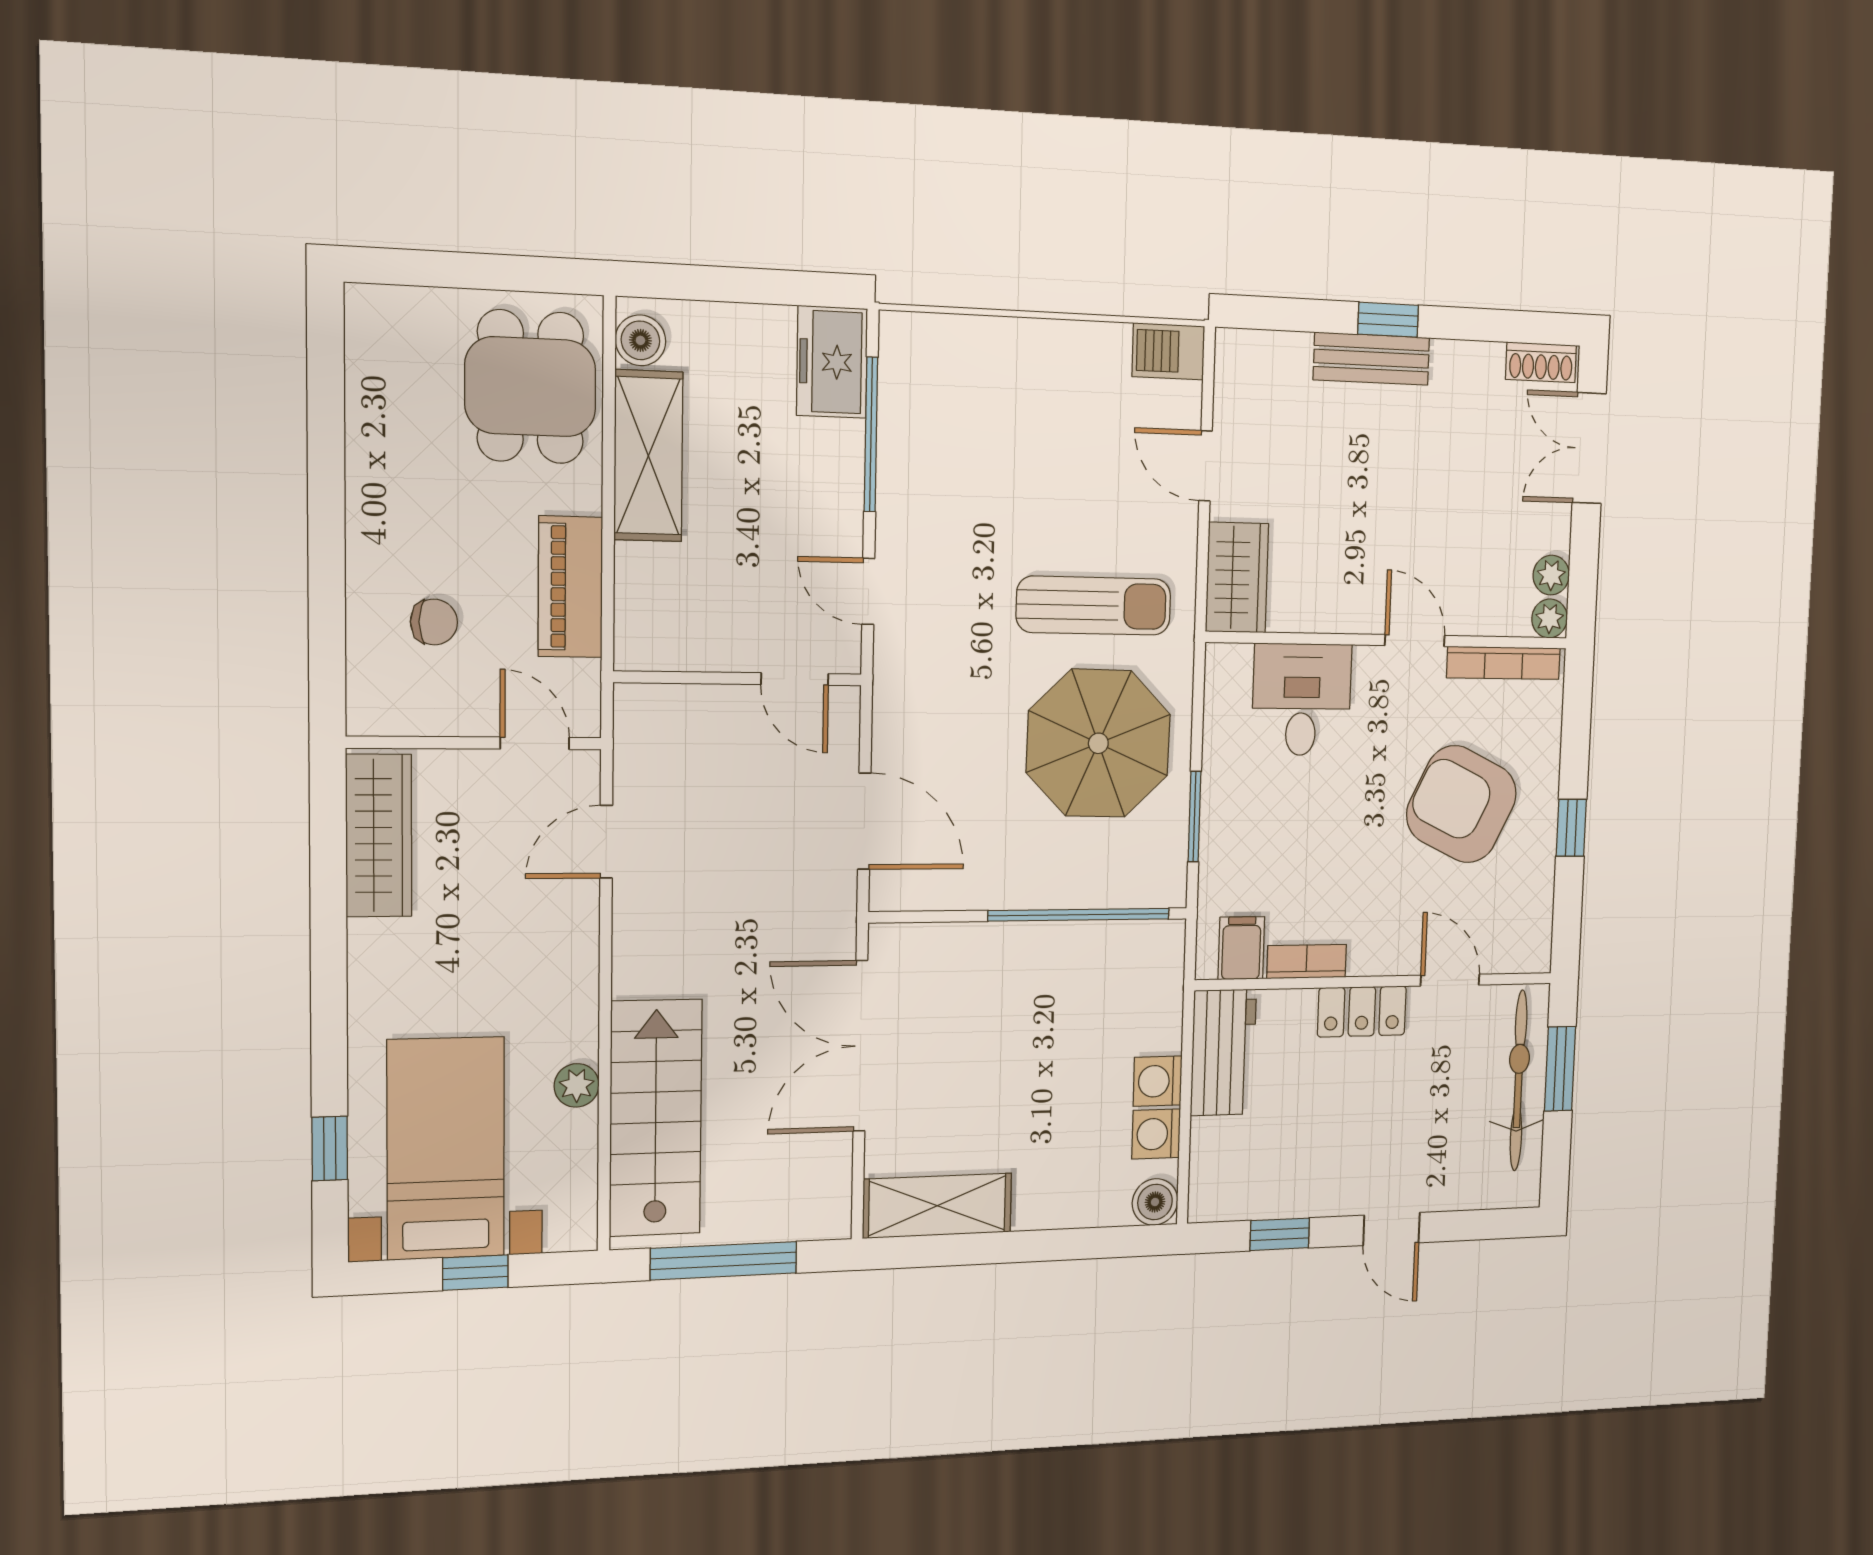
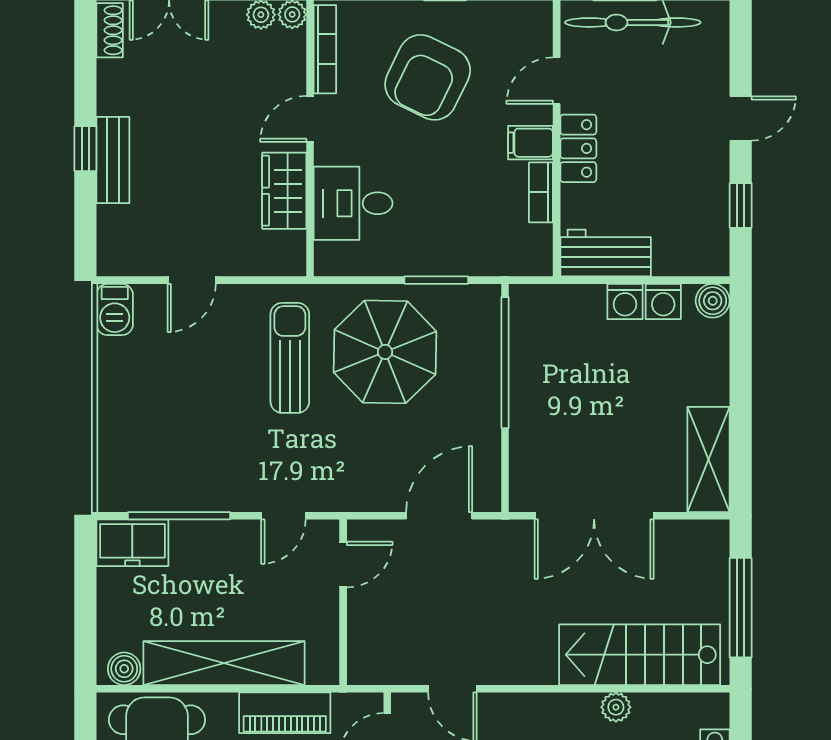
shelving: (648, 456) -> (224, 663), width x1.47
wardrobe: (1237, 578) -> (284, 191), moved, turned -90
filing cabinet: (1241, 948) -> (530, 143), moved

